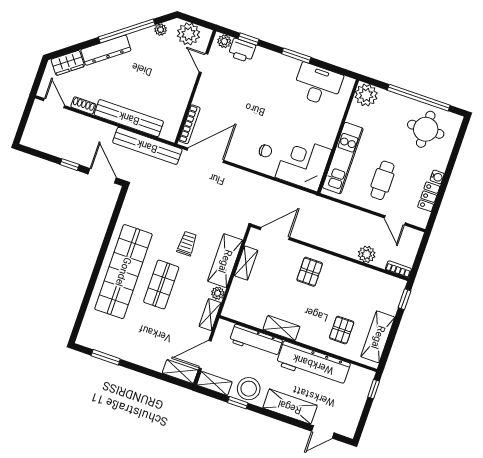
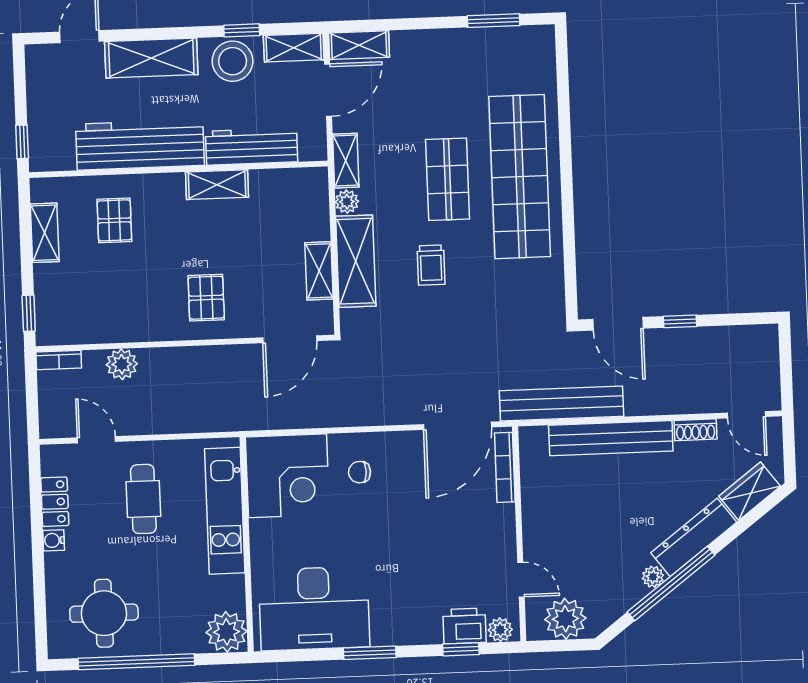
plant: (161, 30) -> (653, 577), moved
desk: (318, 85) -> (314, 608), width x1.36, depth x1.30
shelving: (378, 337) -> (45, 233), width x0.67, depth x0.75

